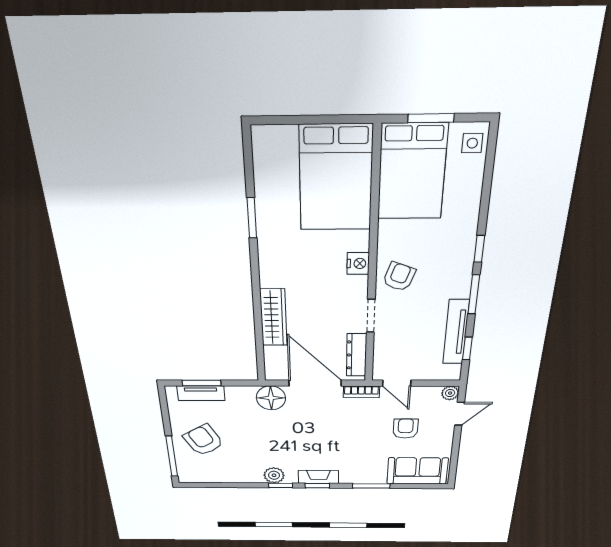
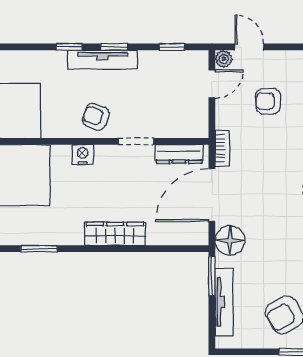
window: (474, 294) -> (114, 47), width x0.67
wardrobe: (273, 318) -> (115, 234), moved
tv unit: (456, 332) -> (103, 60), moved
window: (202, 383) -> (212, 276), moved
door: (397, 383) -> (212, 84), moved
tv unit: (201, 393) -> (224, 302), width x1.41

